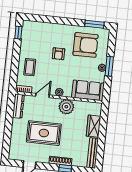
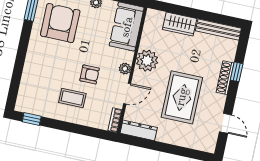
armchair: (59, 54) -> (90, 74), moved
coffee table: (30, 67) -> (72, 98), moved
door: (42, 96) -> (127, 94), swing flipped

